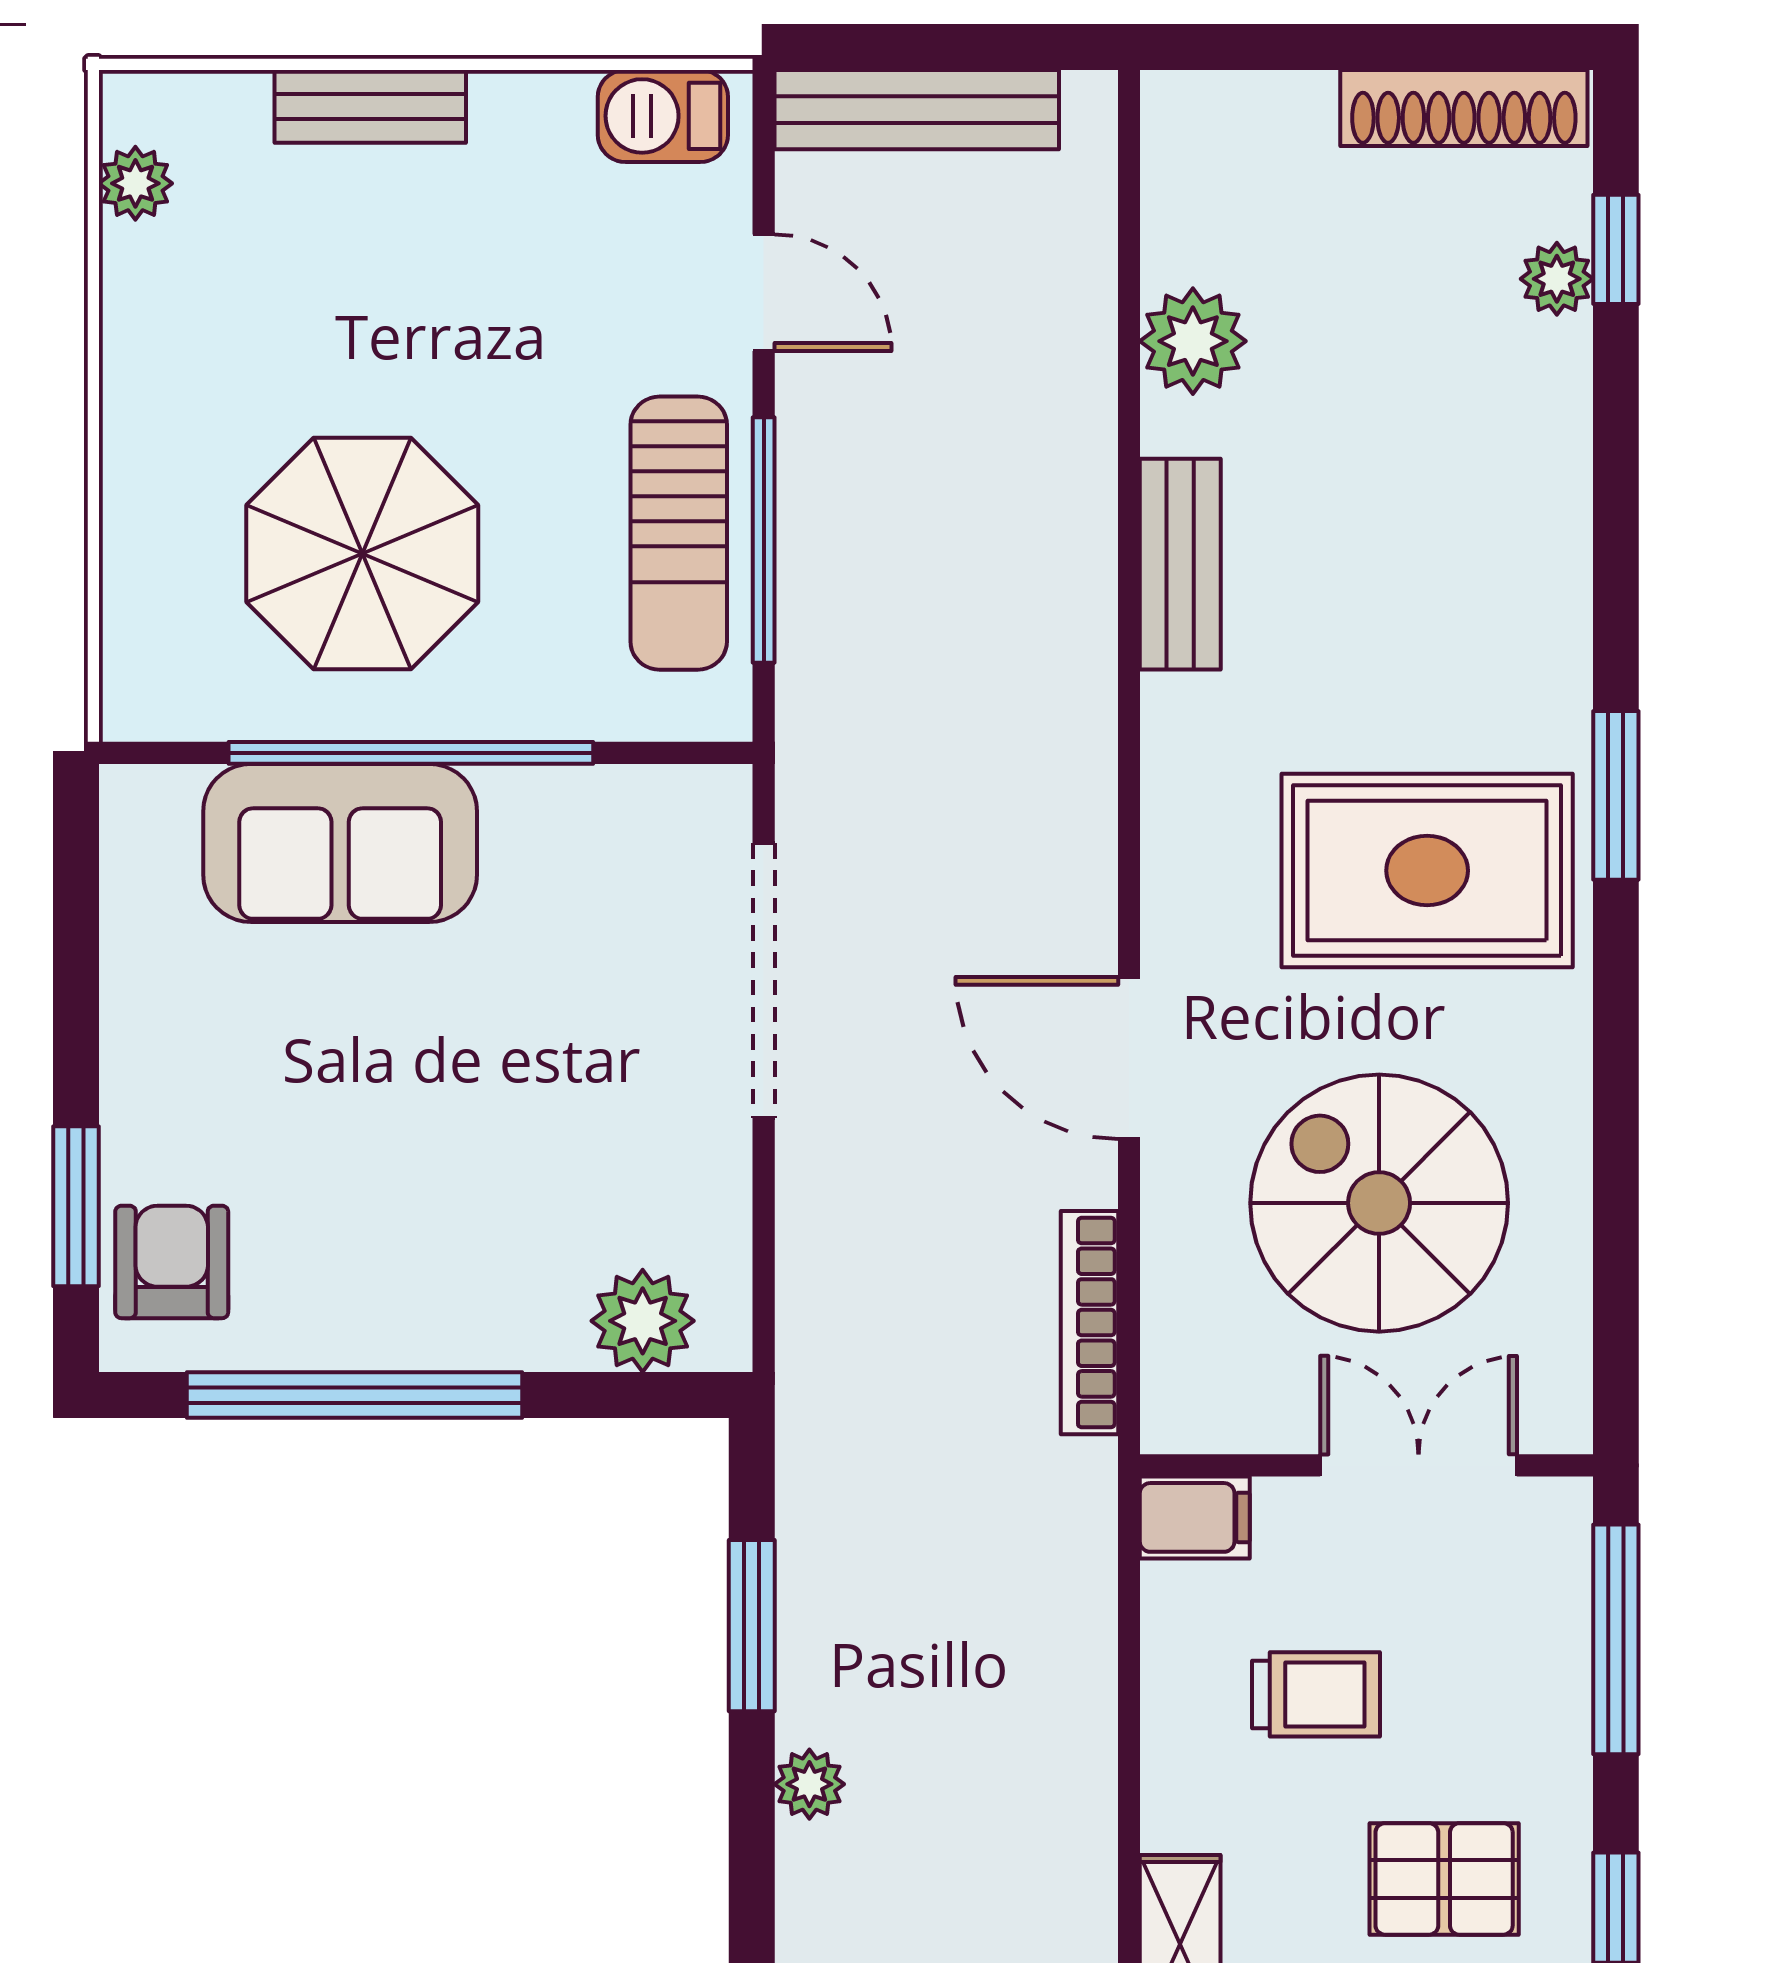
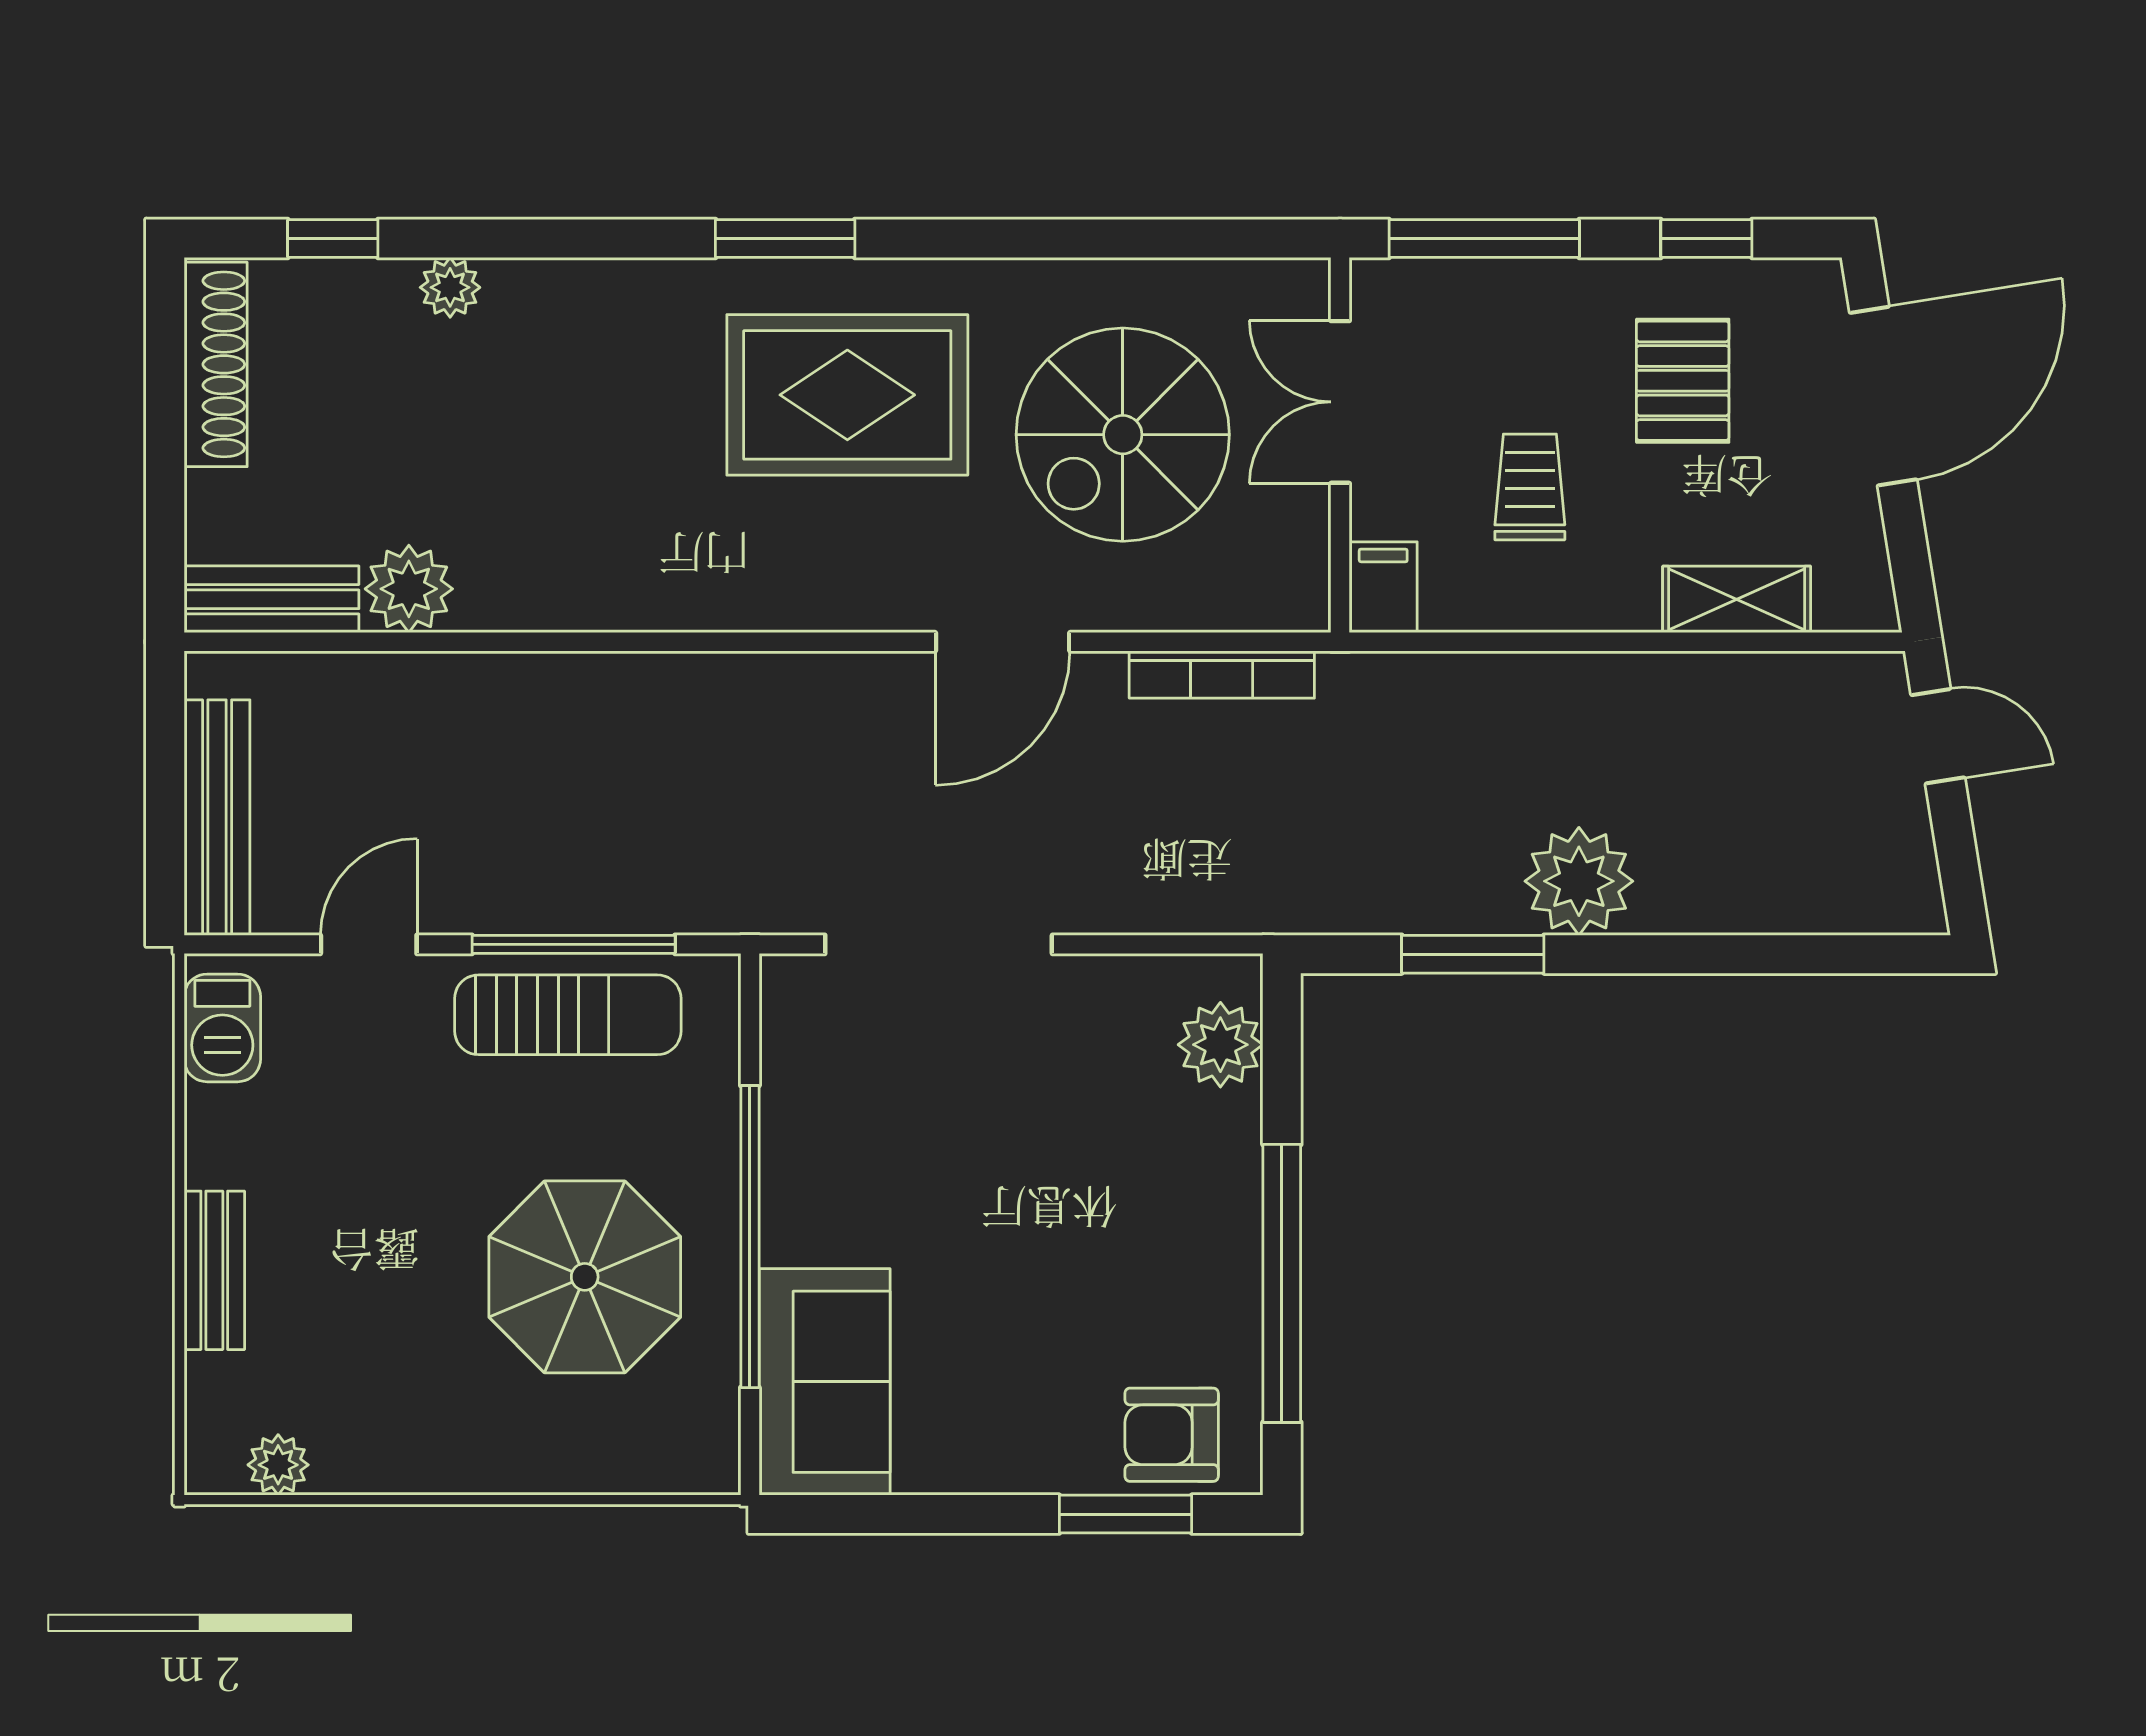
plant: (1557, 279) -> (450, 287), moved
bench: (1180, 564) -> (271, 599), moved
sofa: (340, 843) -> (825, 1382), moved
rug: (1427, 871) -> (847, 395), turned 90
plant: (809, 1784) -> (1579, 881), width x1.87, depth x1.87

